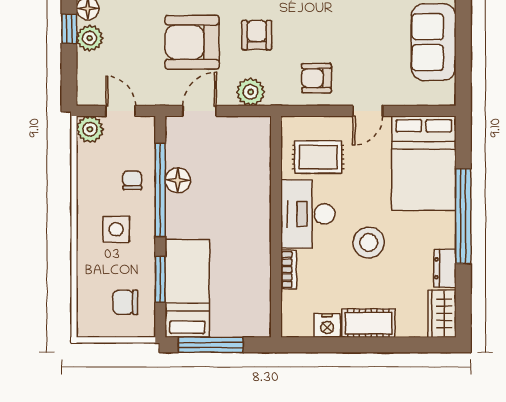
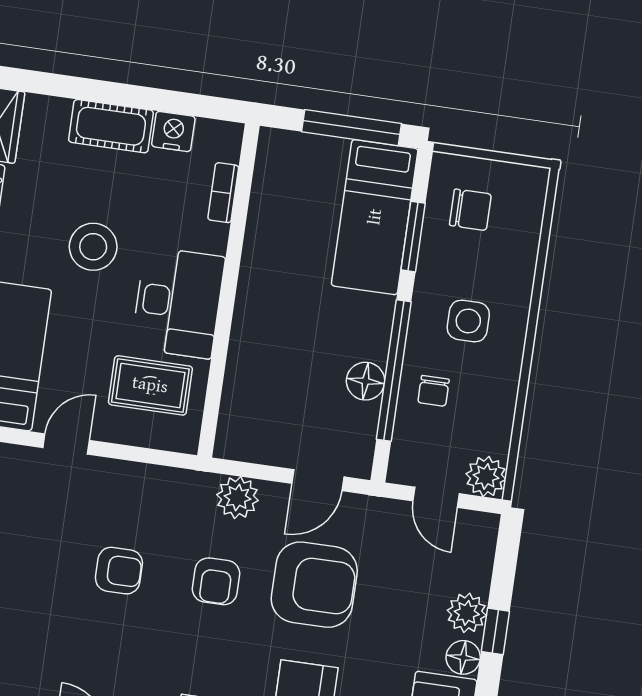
armchair: (317, 78) -> (119, 571), moved
bookcase: (289, 270) -> (223, 193), moved

